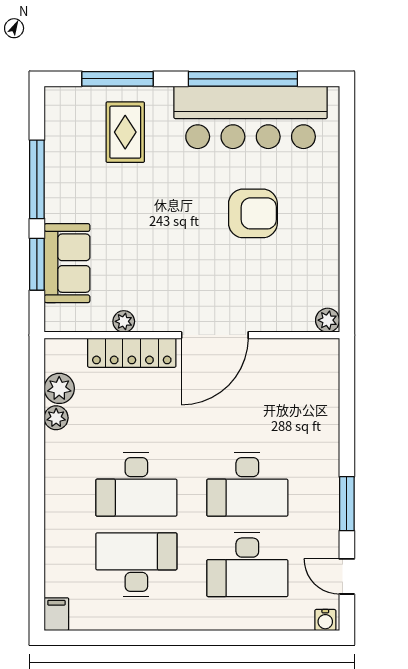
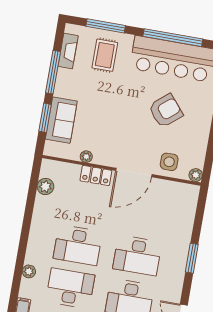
fireplace: (58, 136) -> (68, 51), added
armchair: (253, 213) -> (166, 111), turned -40
side table: (275, 305) -> (169, 162), added
locker: (132, 353) -> (96, 176), width x0.66
plant: (56, 418) -> (29, 271), moved
window: (347, 504) -> (192, 258), moved

